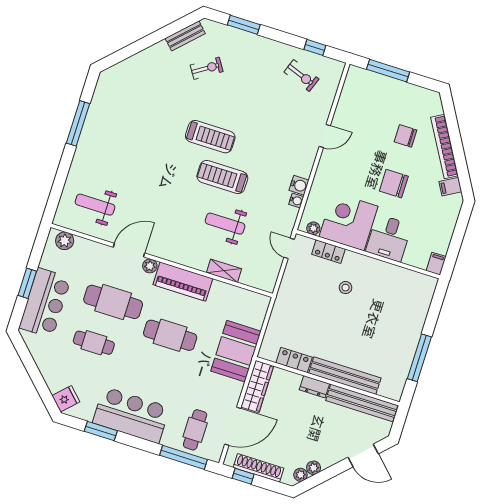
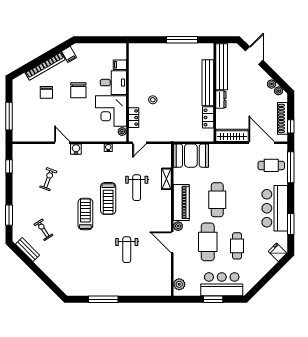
exercise bike: (301, 76) -> (48, 179), moved
water cooler: (299, 185) -> (76, 149), moved
weight bench: (95, 205) -> (127, 250), moved
filing cabinet: (436, 264) -> (120, 65), moved
booth: (236, 351) -> (191, 156), moved

